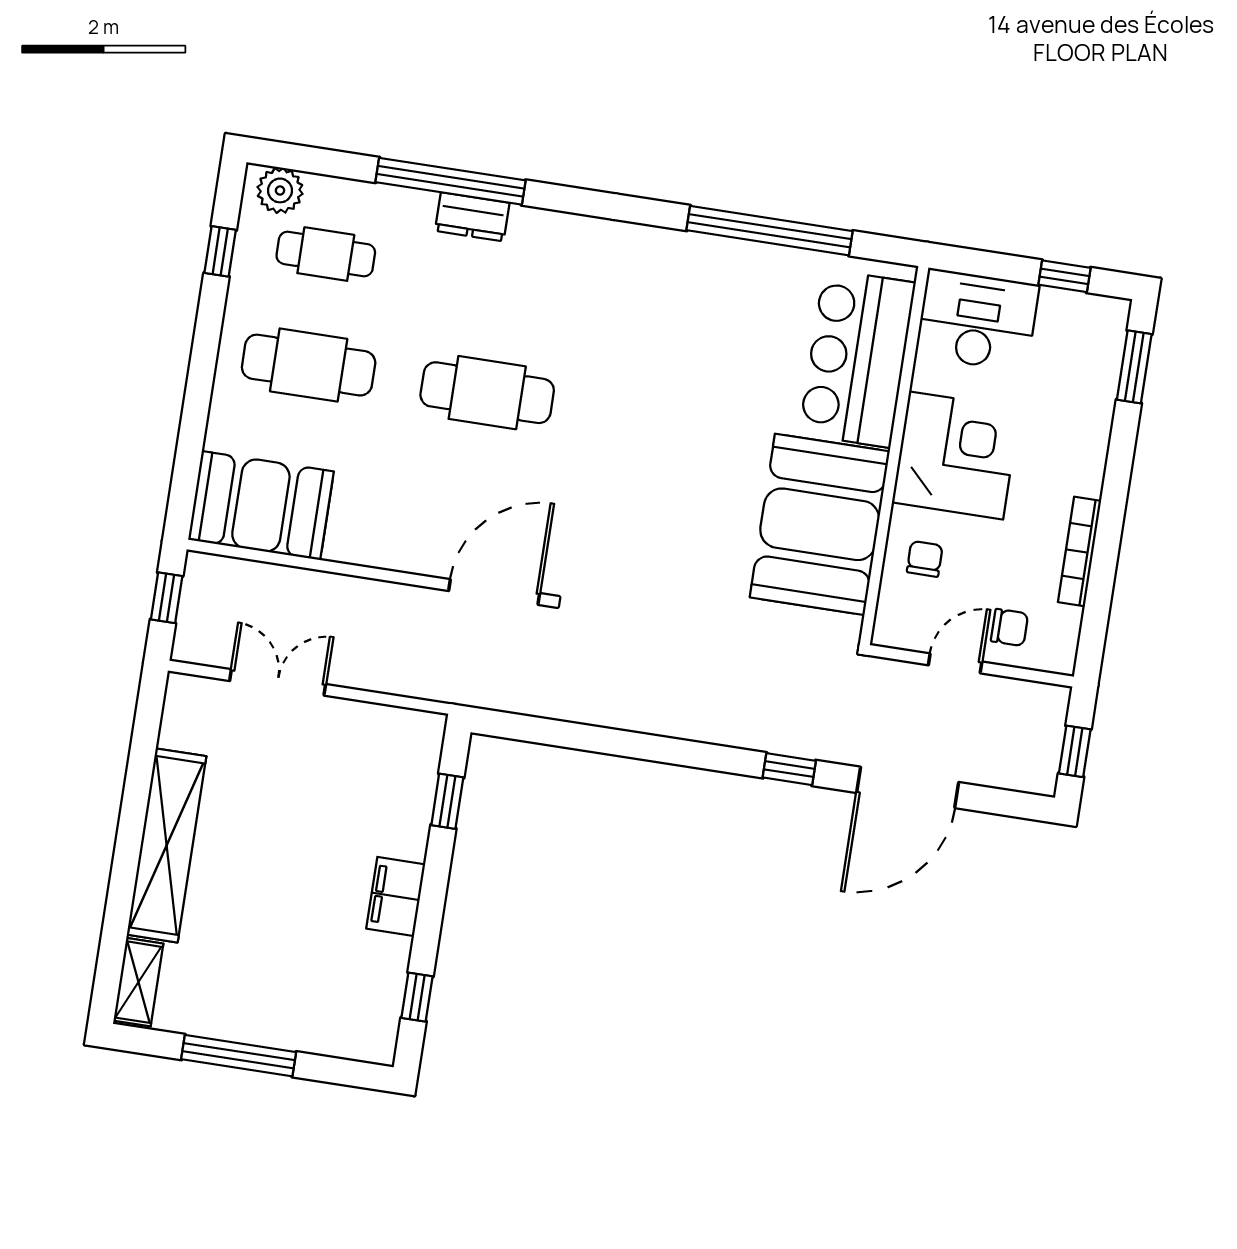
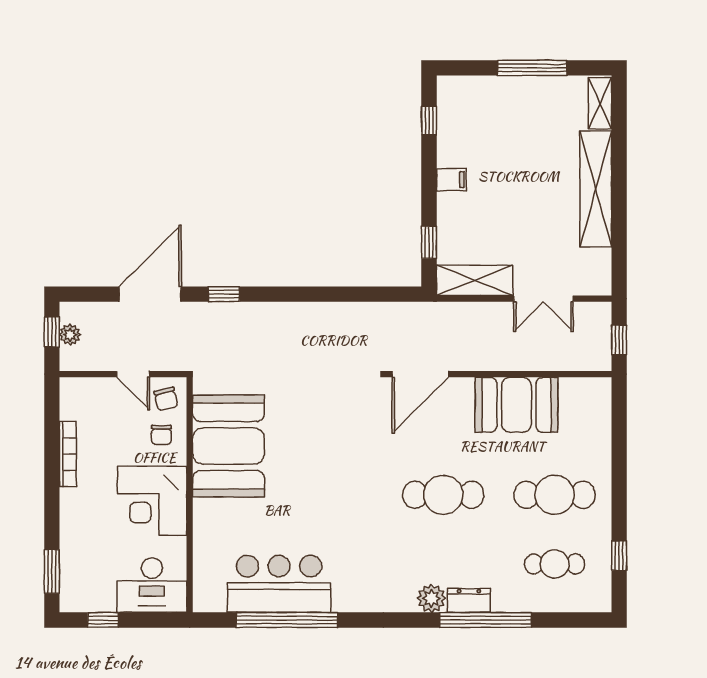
plant: (280, 190) -> (431, 598), moved
bar counter: (857, 358) -> (279, 584), moved, turned -90
booth: (261, 506) -> (516, 405), moved
chair: (1009, 627) -> (166, 399), moved, turned -103
door: (955, 663) -> (133, 374), hinge flipped
shelving: (383, 729) -> (475, 280), added
plant: (1047, 742) -> (70, 335), added
filing cabinet: (396, 896) -> (451, 180), width x0.50

